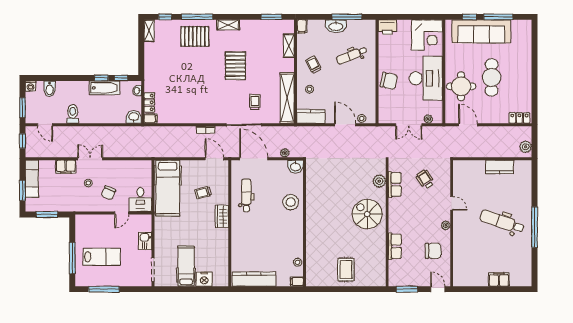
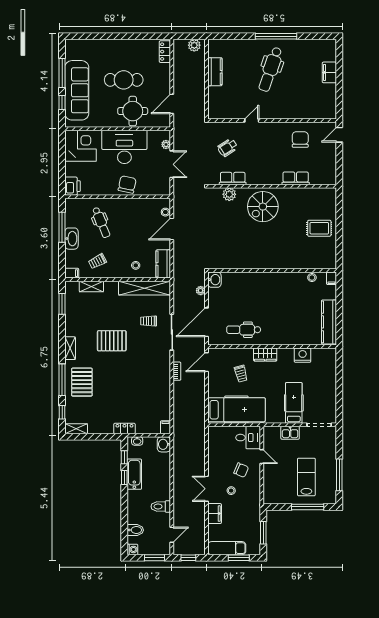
trolley: (314, 65) -> (97, 261), moved
locker: (149, 102) -> (124, 428), moved
stool: (291, 202) -> (251, 285), removed
plant: (446, 225) -> (274, 127), removed
hospital bed: (186, 266) -> (294, 403), moved, turned 90
nightstand: (204, 279) -> (303, 355), moved, turned -90
window: (407, 289) -> (339, 166), removed

